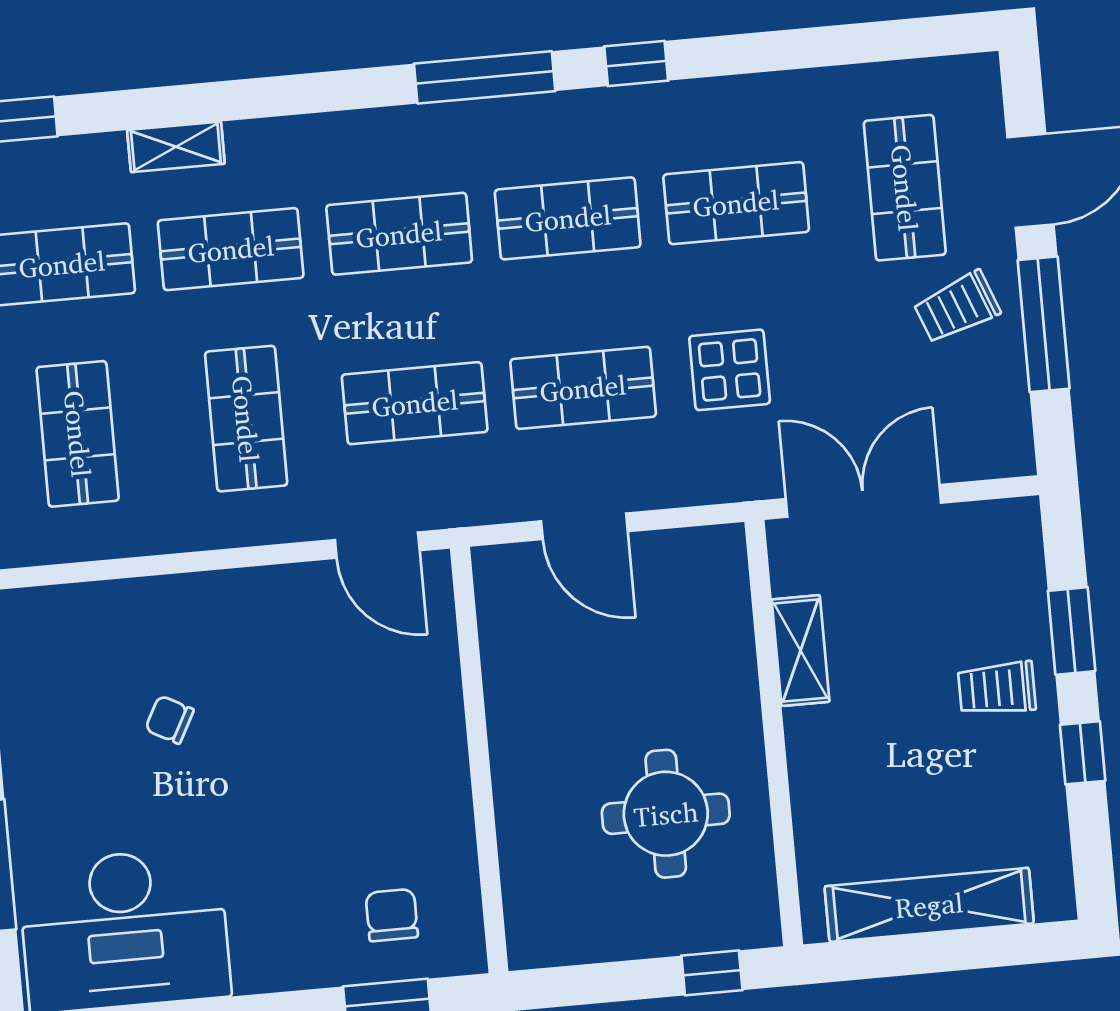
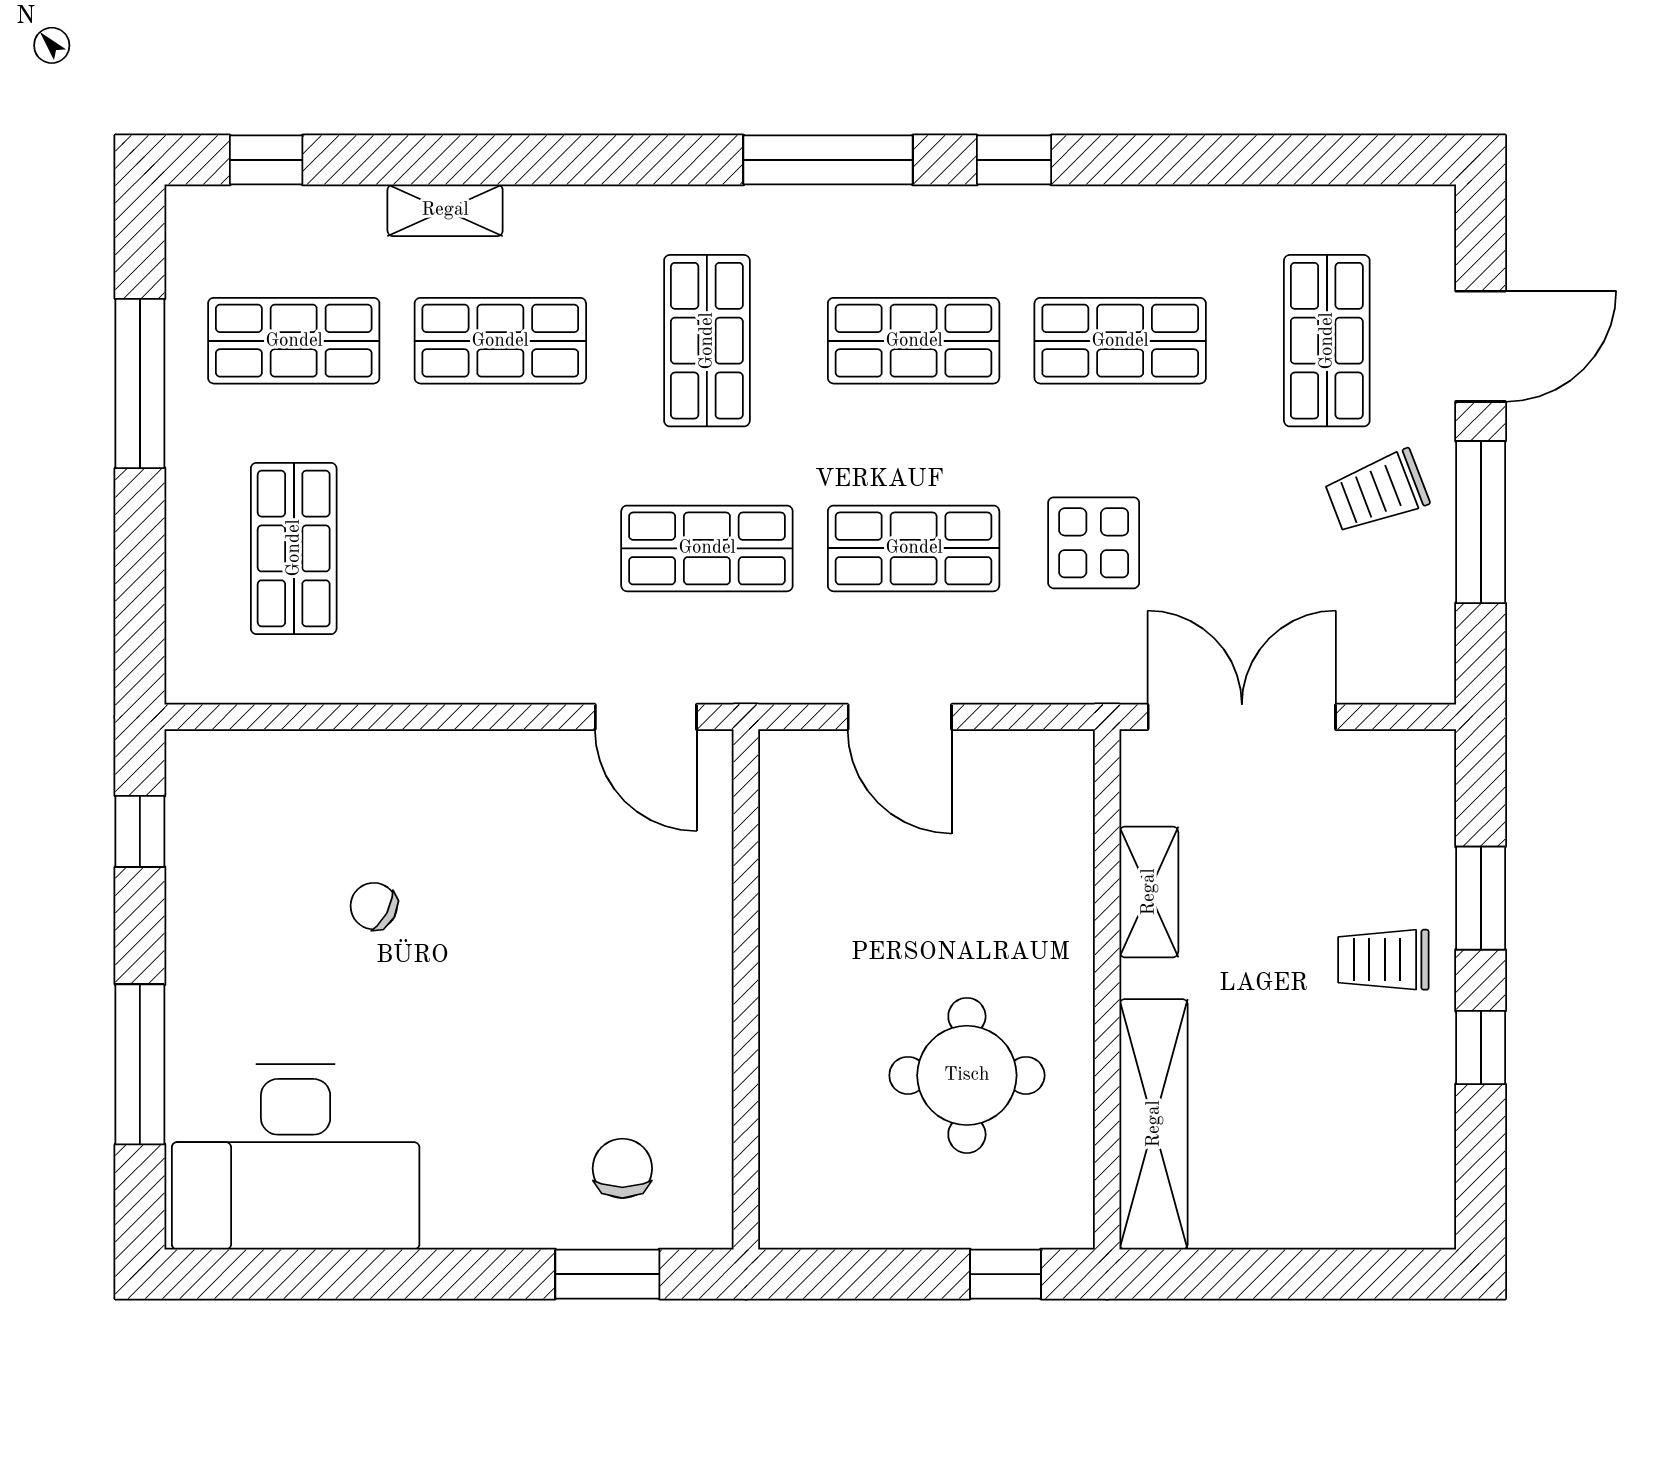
shop shelf: (399, 234) -> (707, 341), turned 90
shop shelf: (246, 419) -> (500, 548), removed
shelving: (929, 905) -> (1154, 1124), moved, turned 90

